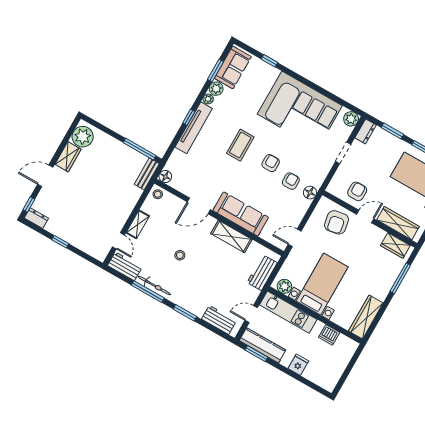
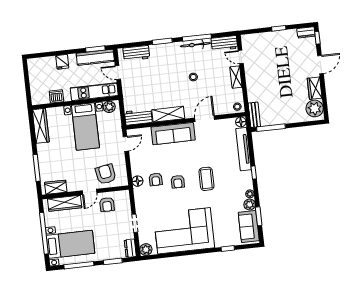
tv unit: (194, 128) -> (243, 149), moved
workbench: (262, 273) -> (138, 117), moved, turned -90
door: (251, 314) -> (118, 73), swing flipped

